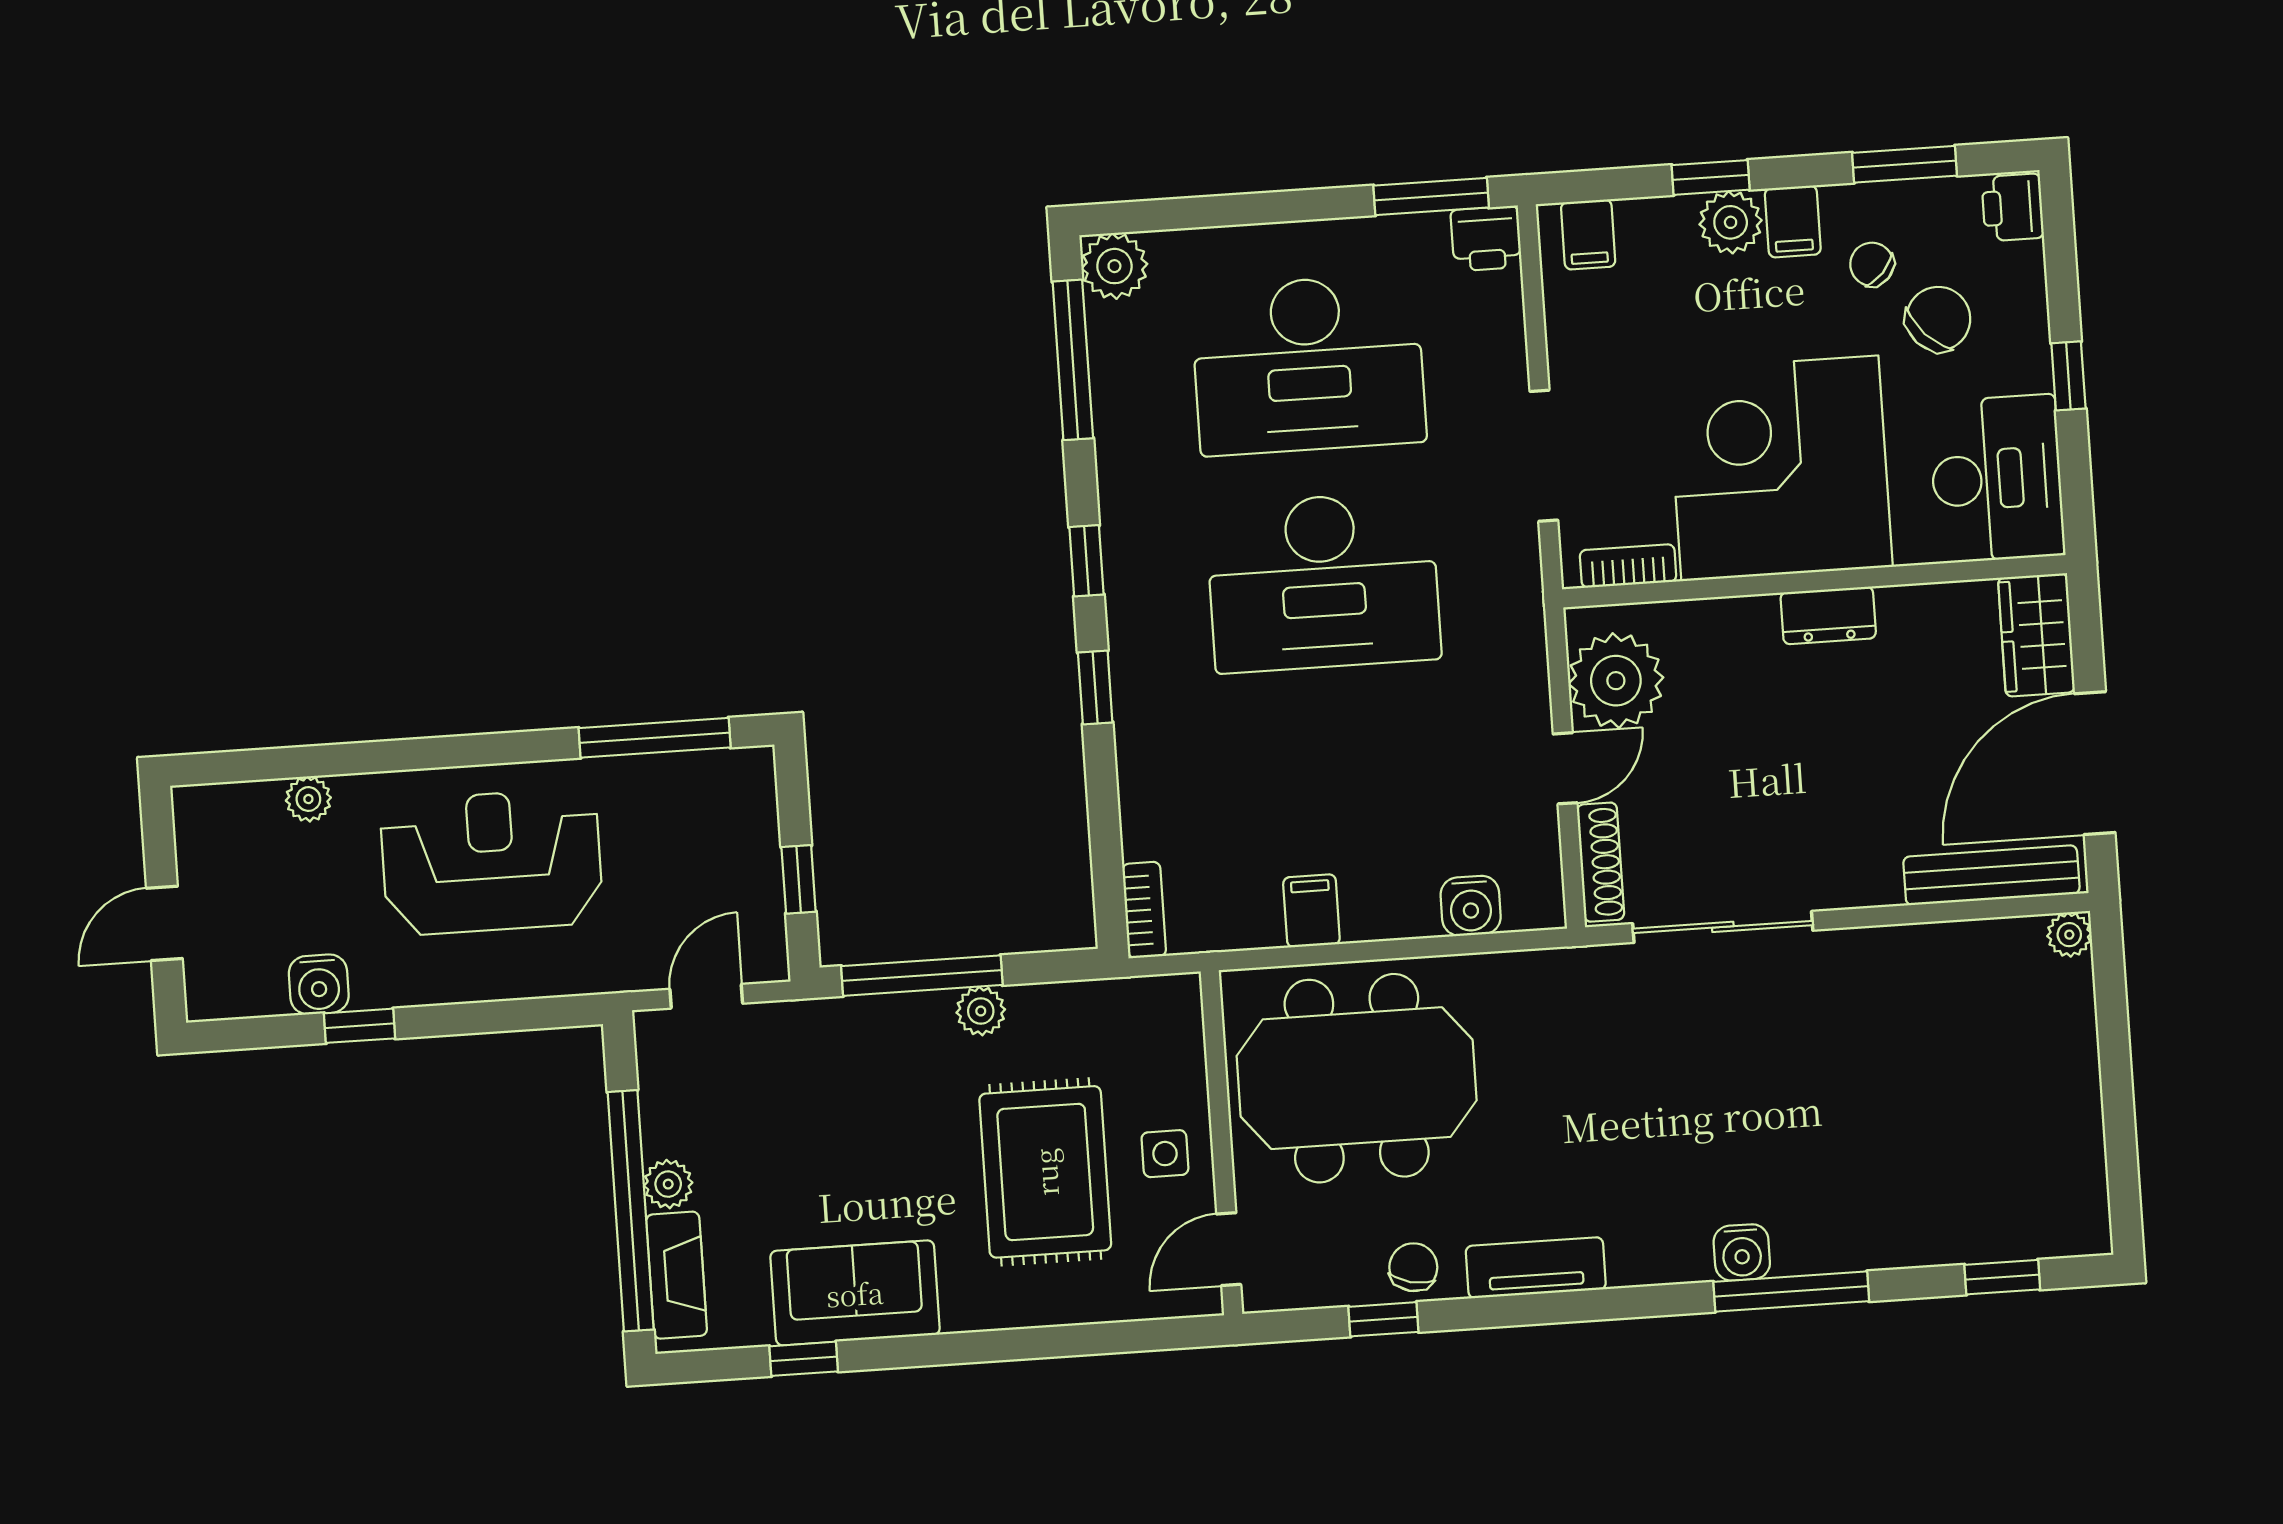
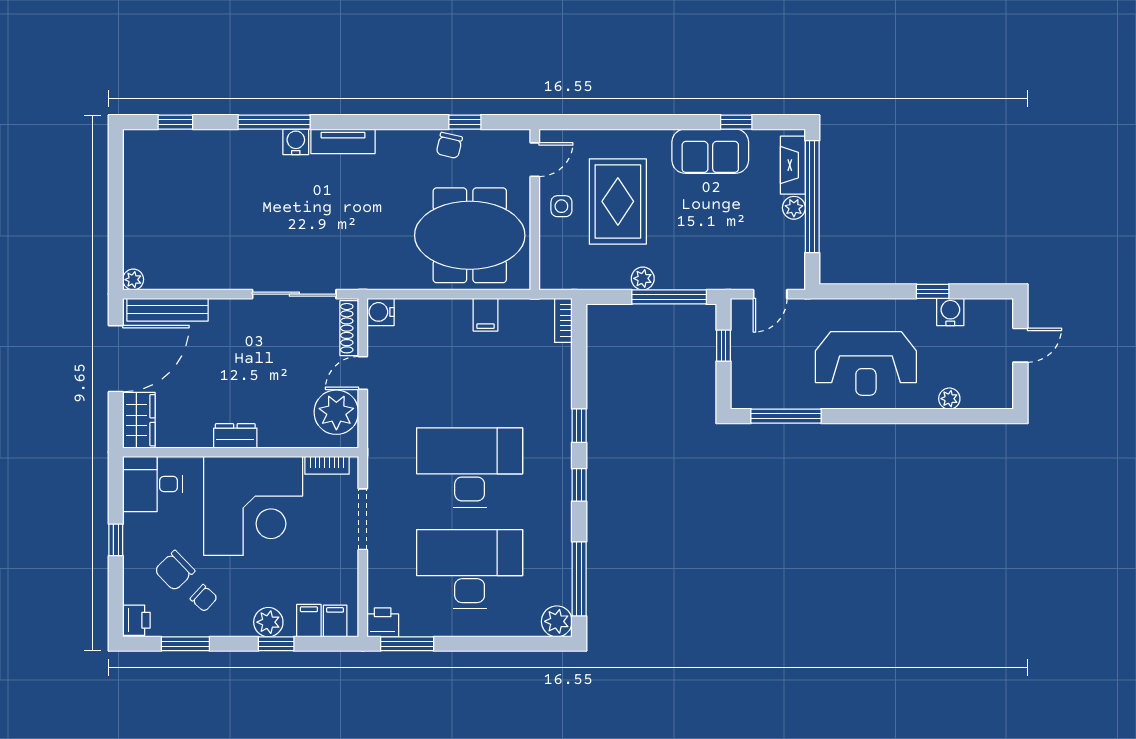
filing cabinet: (1793, 221) -> (309, 621), moved
desk: (1997, 479) -> (152, 484), width x0.73
water cooler: (1471, 906) -> (381, 312), moved, turned -90
tv unit: (1536, 1268) -> (343, 141), moved

